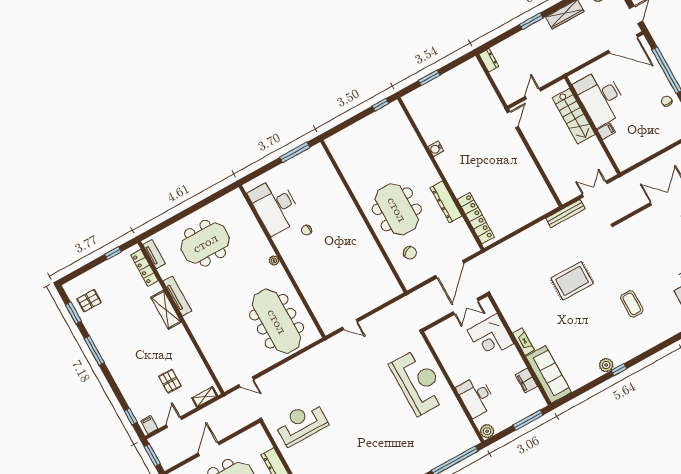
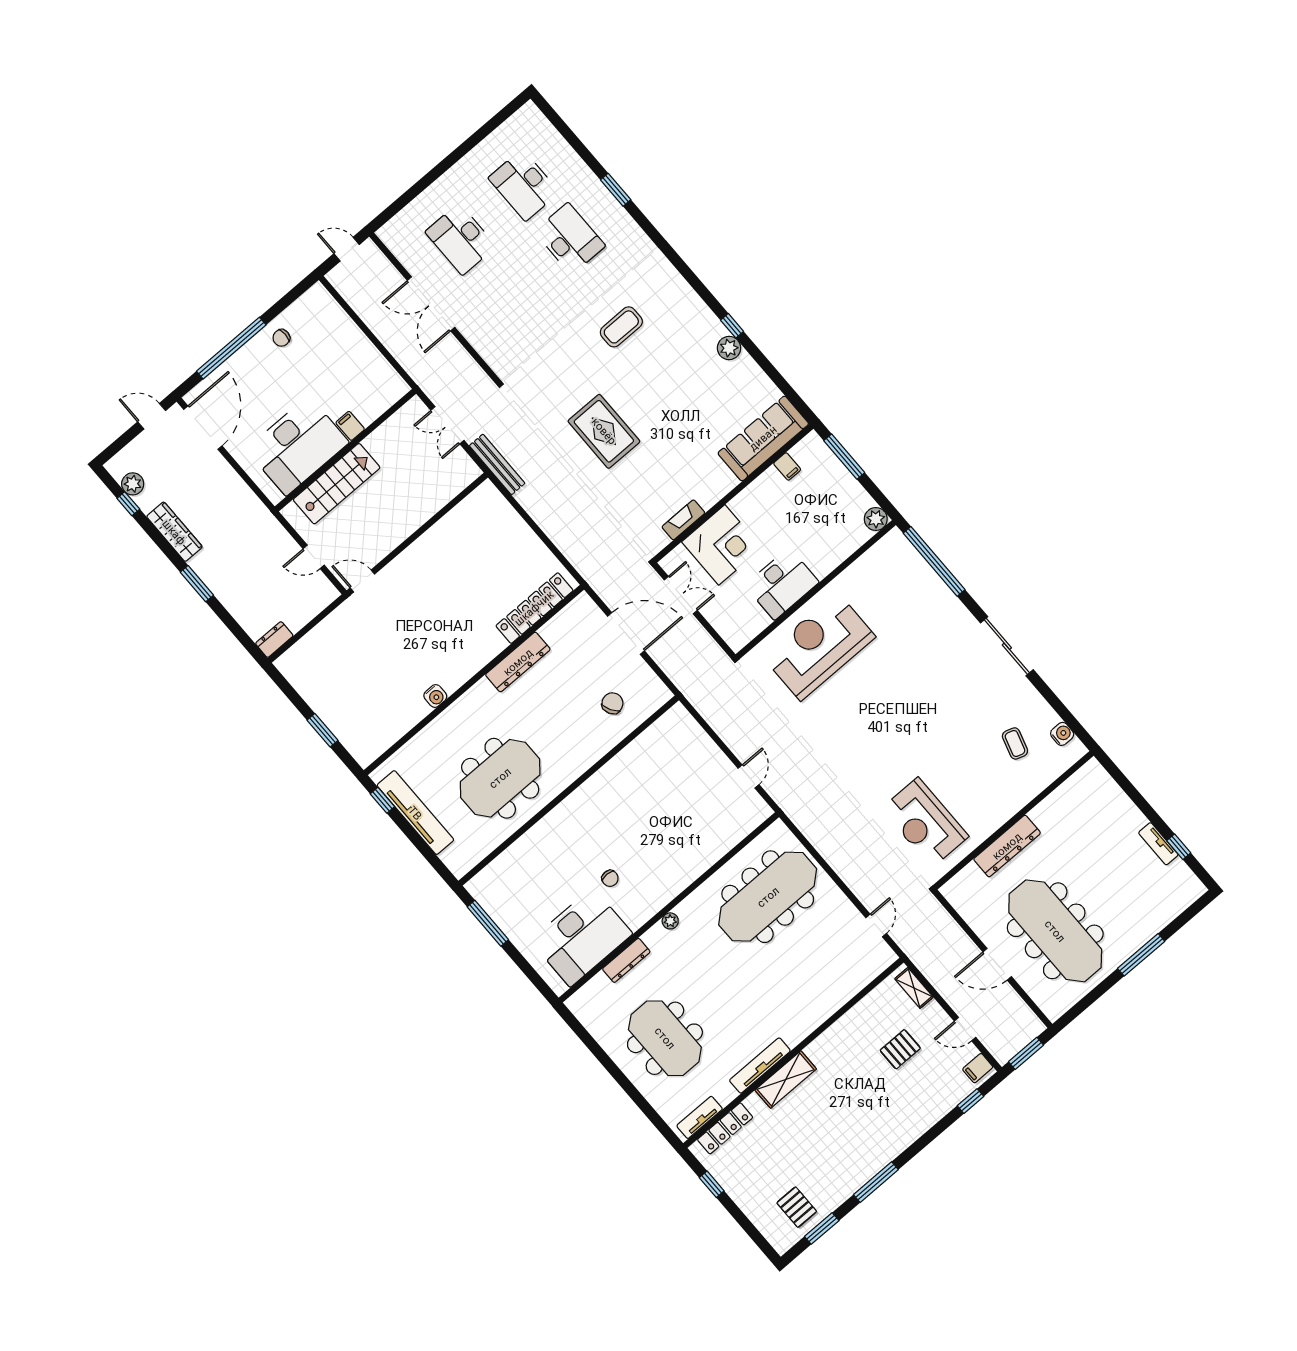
tv unit: (369, 123) -> (415, 813), added
meeting table: (397, 209) -> (500, 778), moved
dresser: (256, 230) -> (626, 960), added
fireplace: (523, 342) -> (683, 520), moved
filing cabinet: (526, 380) -> (787, 466), width x0.50
desk: (476, 397) -> (782, 584), moved

